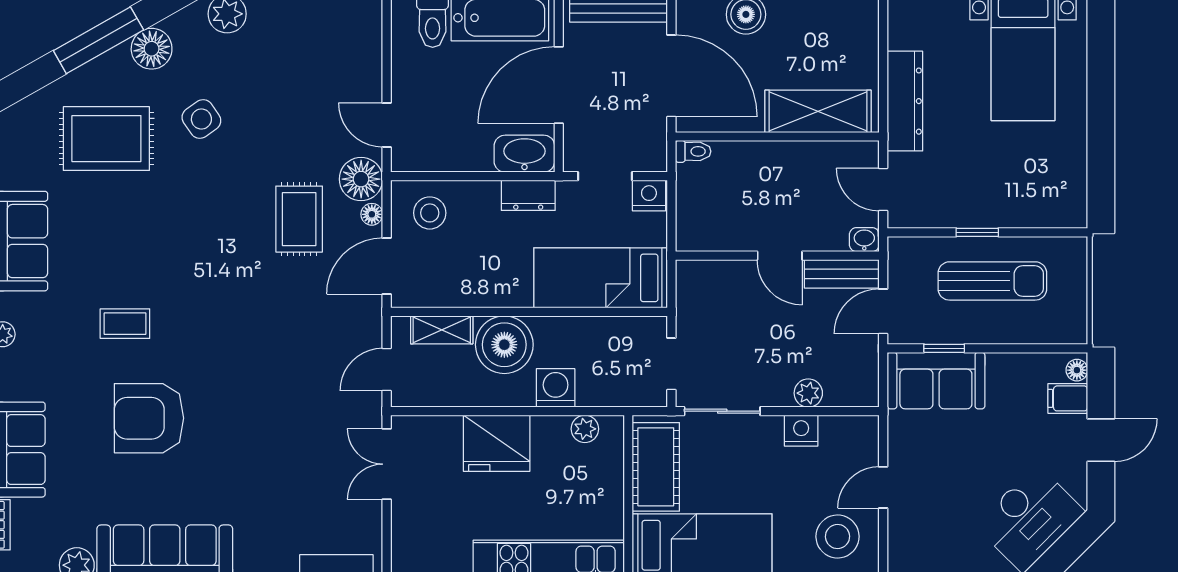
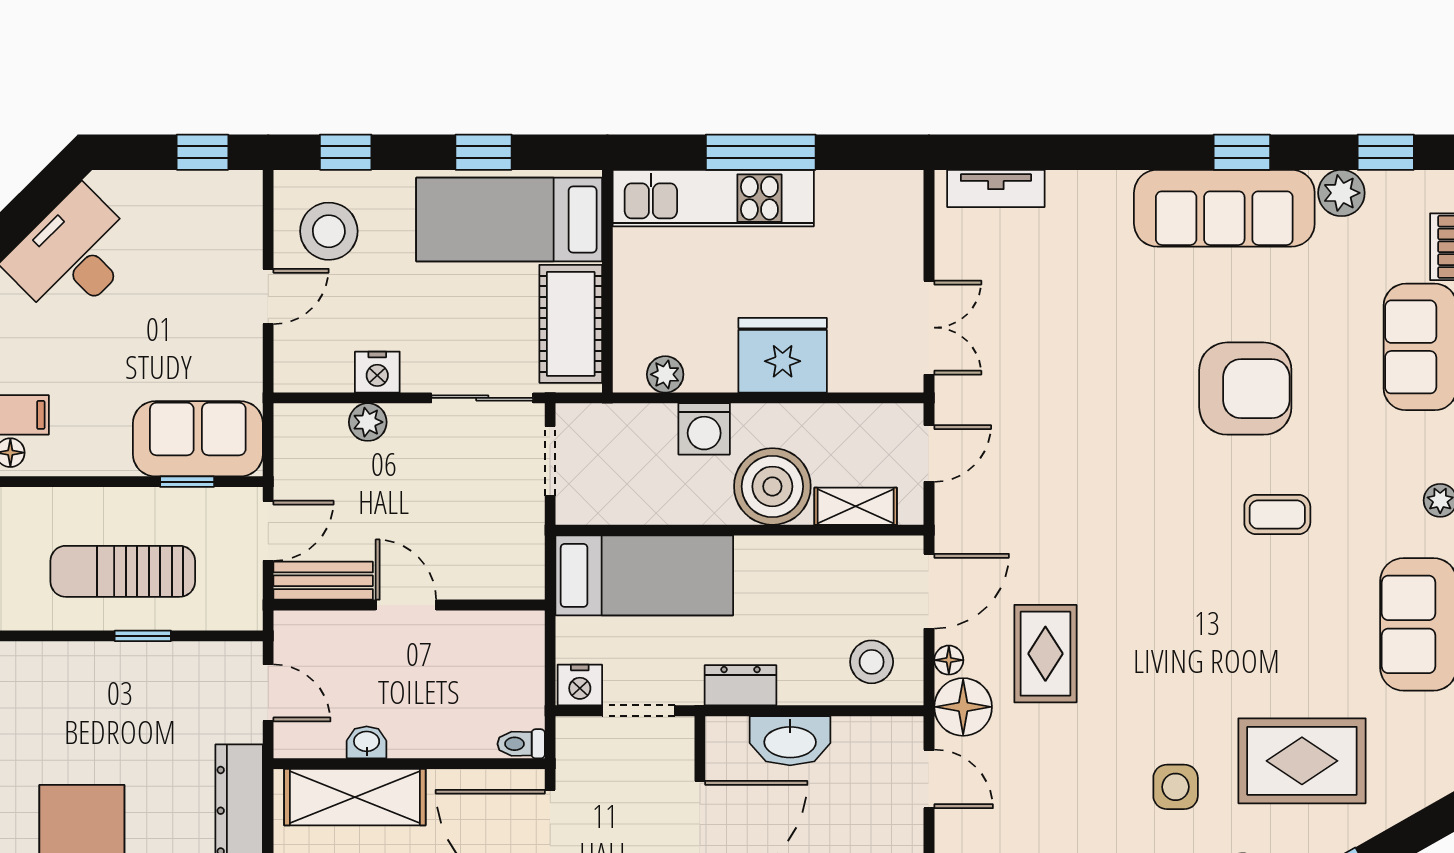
side table: (201, 119) -> (1176, 787), turned 35
washbasin: (524, 154) -> (790, 741), moved
washbasin: (864, 240) -> (367, 742), moved, turned 180

